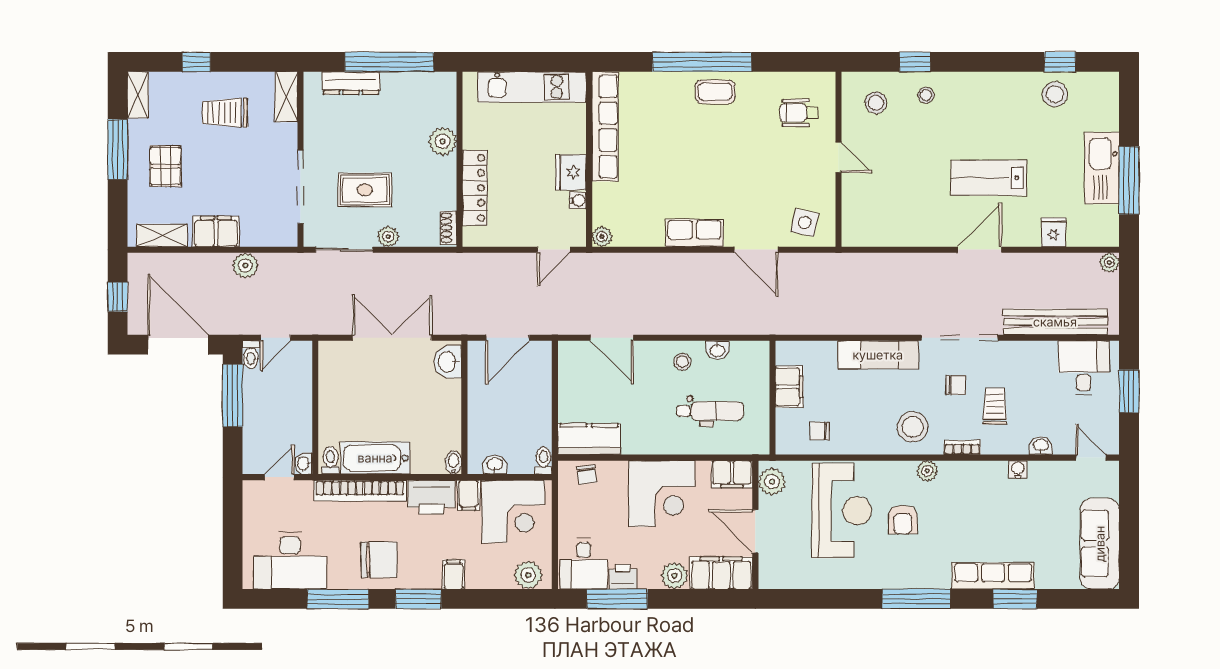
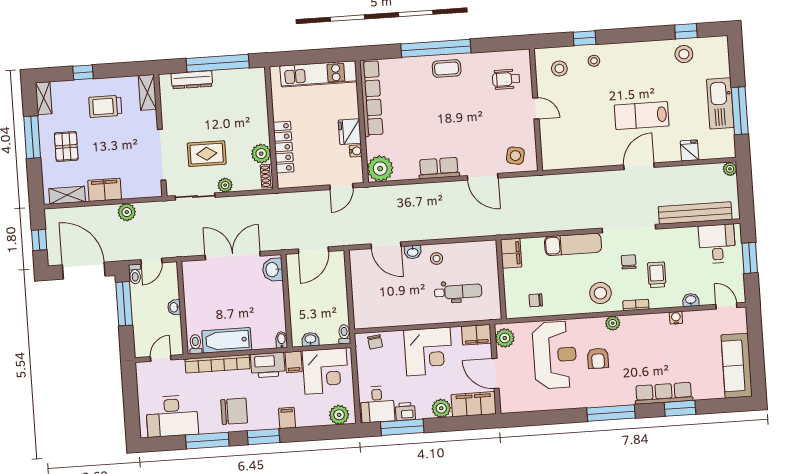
plant: (443, 141) -> (261, 154), moved
plant: (602, 237) -> (380, 169), width x1.88, depth x1.88
washbasin: (717, 350) -> (413, 252), moved
chair: (956, 385) -> (629, 262), turned -90
filing cabinet: (789, 387) -> (511, 253), moved
kitchen counter: (589, 439) -> (375, 317), removed
washbasin: (304, 463) -> (174, 307), moved

